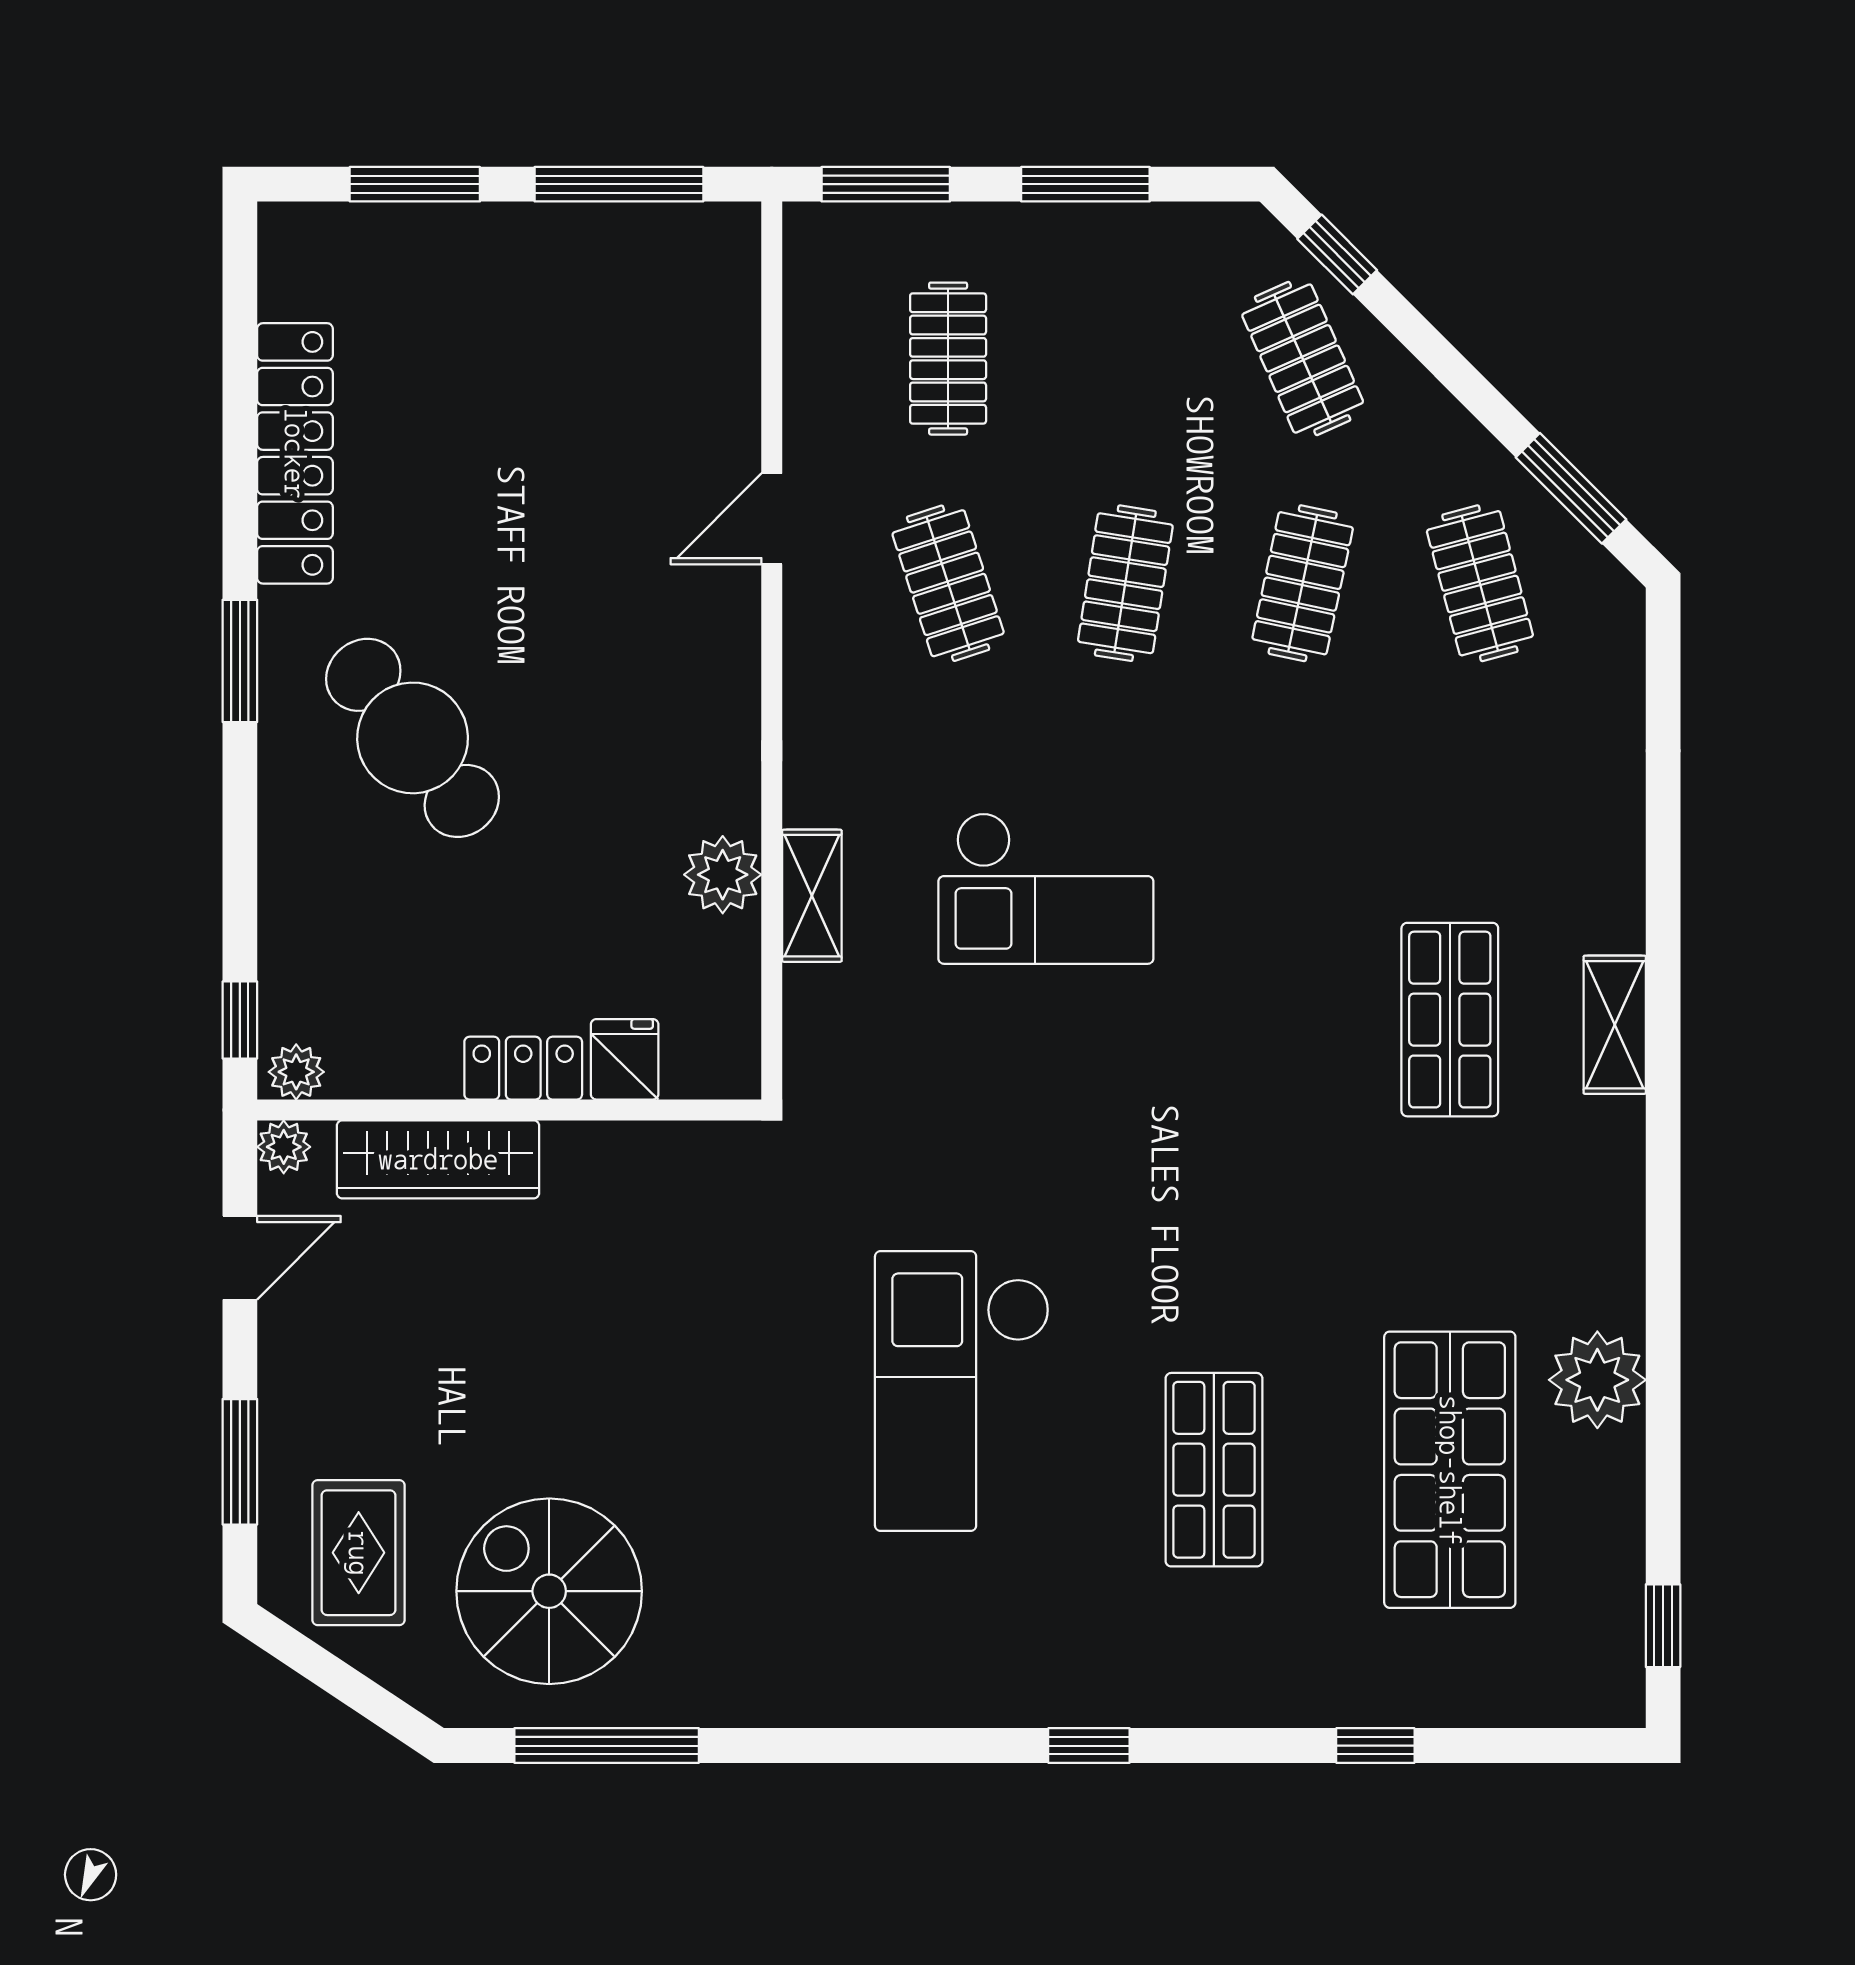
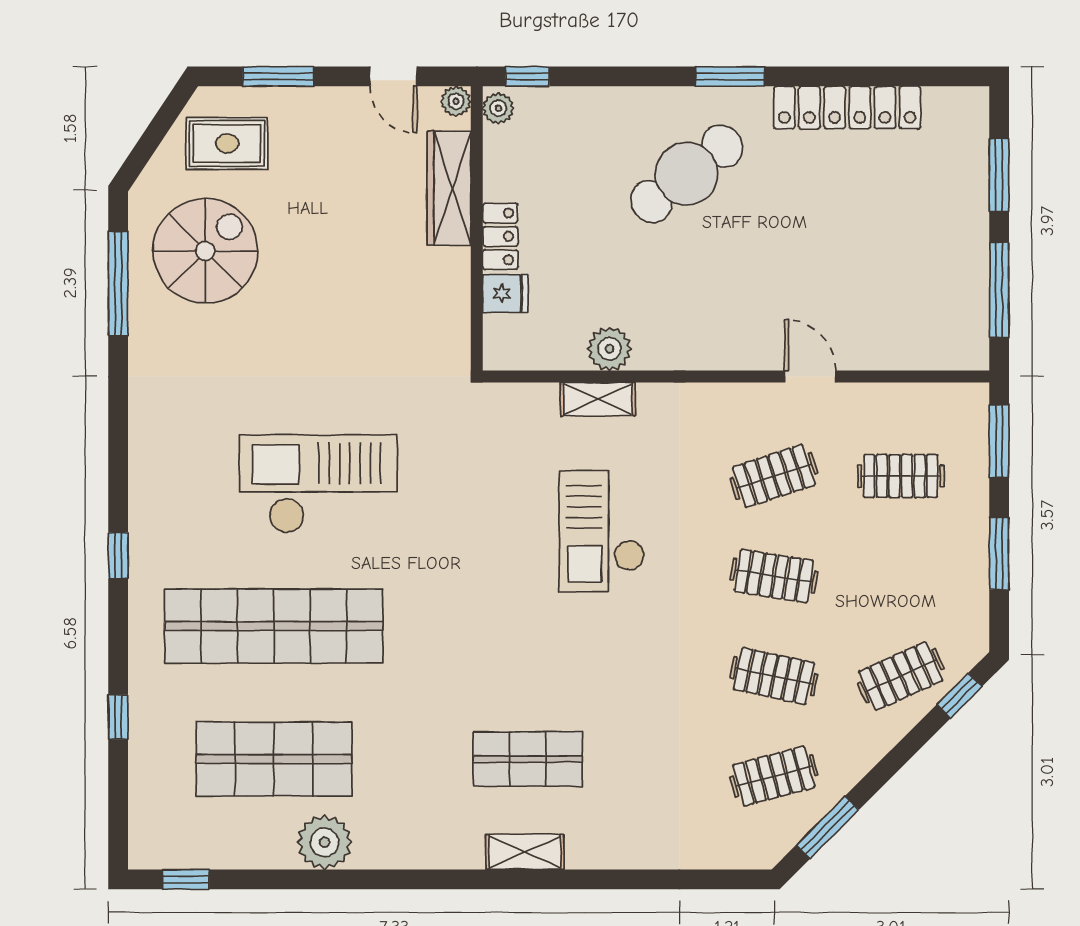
shop shelf: (1214, 1470) -> (274, 626), width x2.00, depth x1.36

